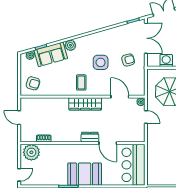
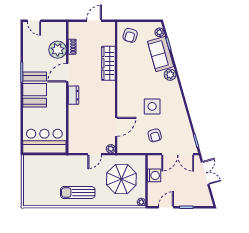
coffee table: (81, 82) -> (131, 86), removed
wardrobe: (85, 104) -> (108, 63), moved
door: (108, 143) -> (67, 73), moved
plant: (31, 152) -> (58, 50), moved

